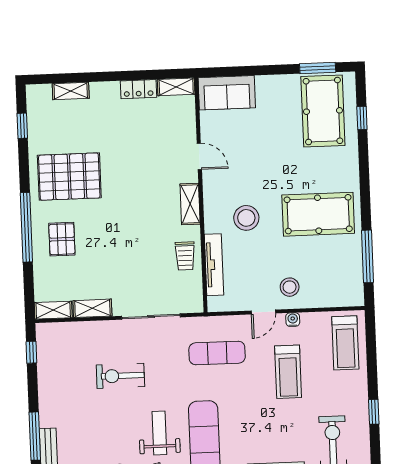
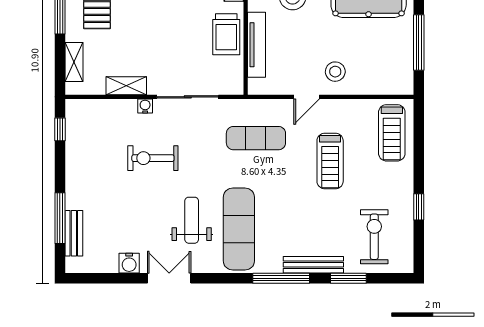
trolley: (185, 256) -> (226, 34), width x1.36, depth x1.39
shelving: (53, 310) -> (74, 62), moved, turned 90
water cooler: (293, 320) -> (145, 106), moved

